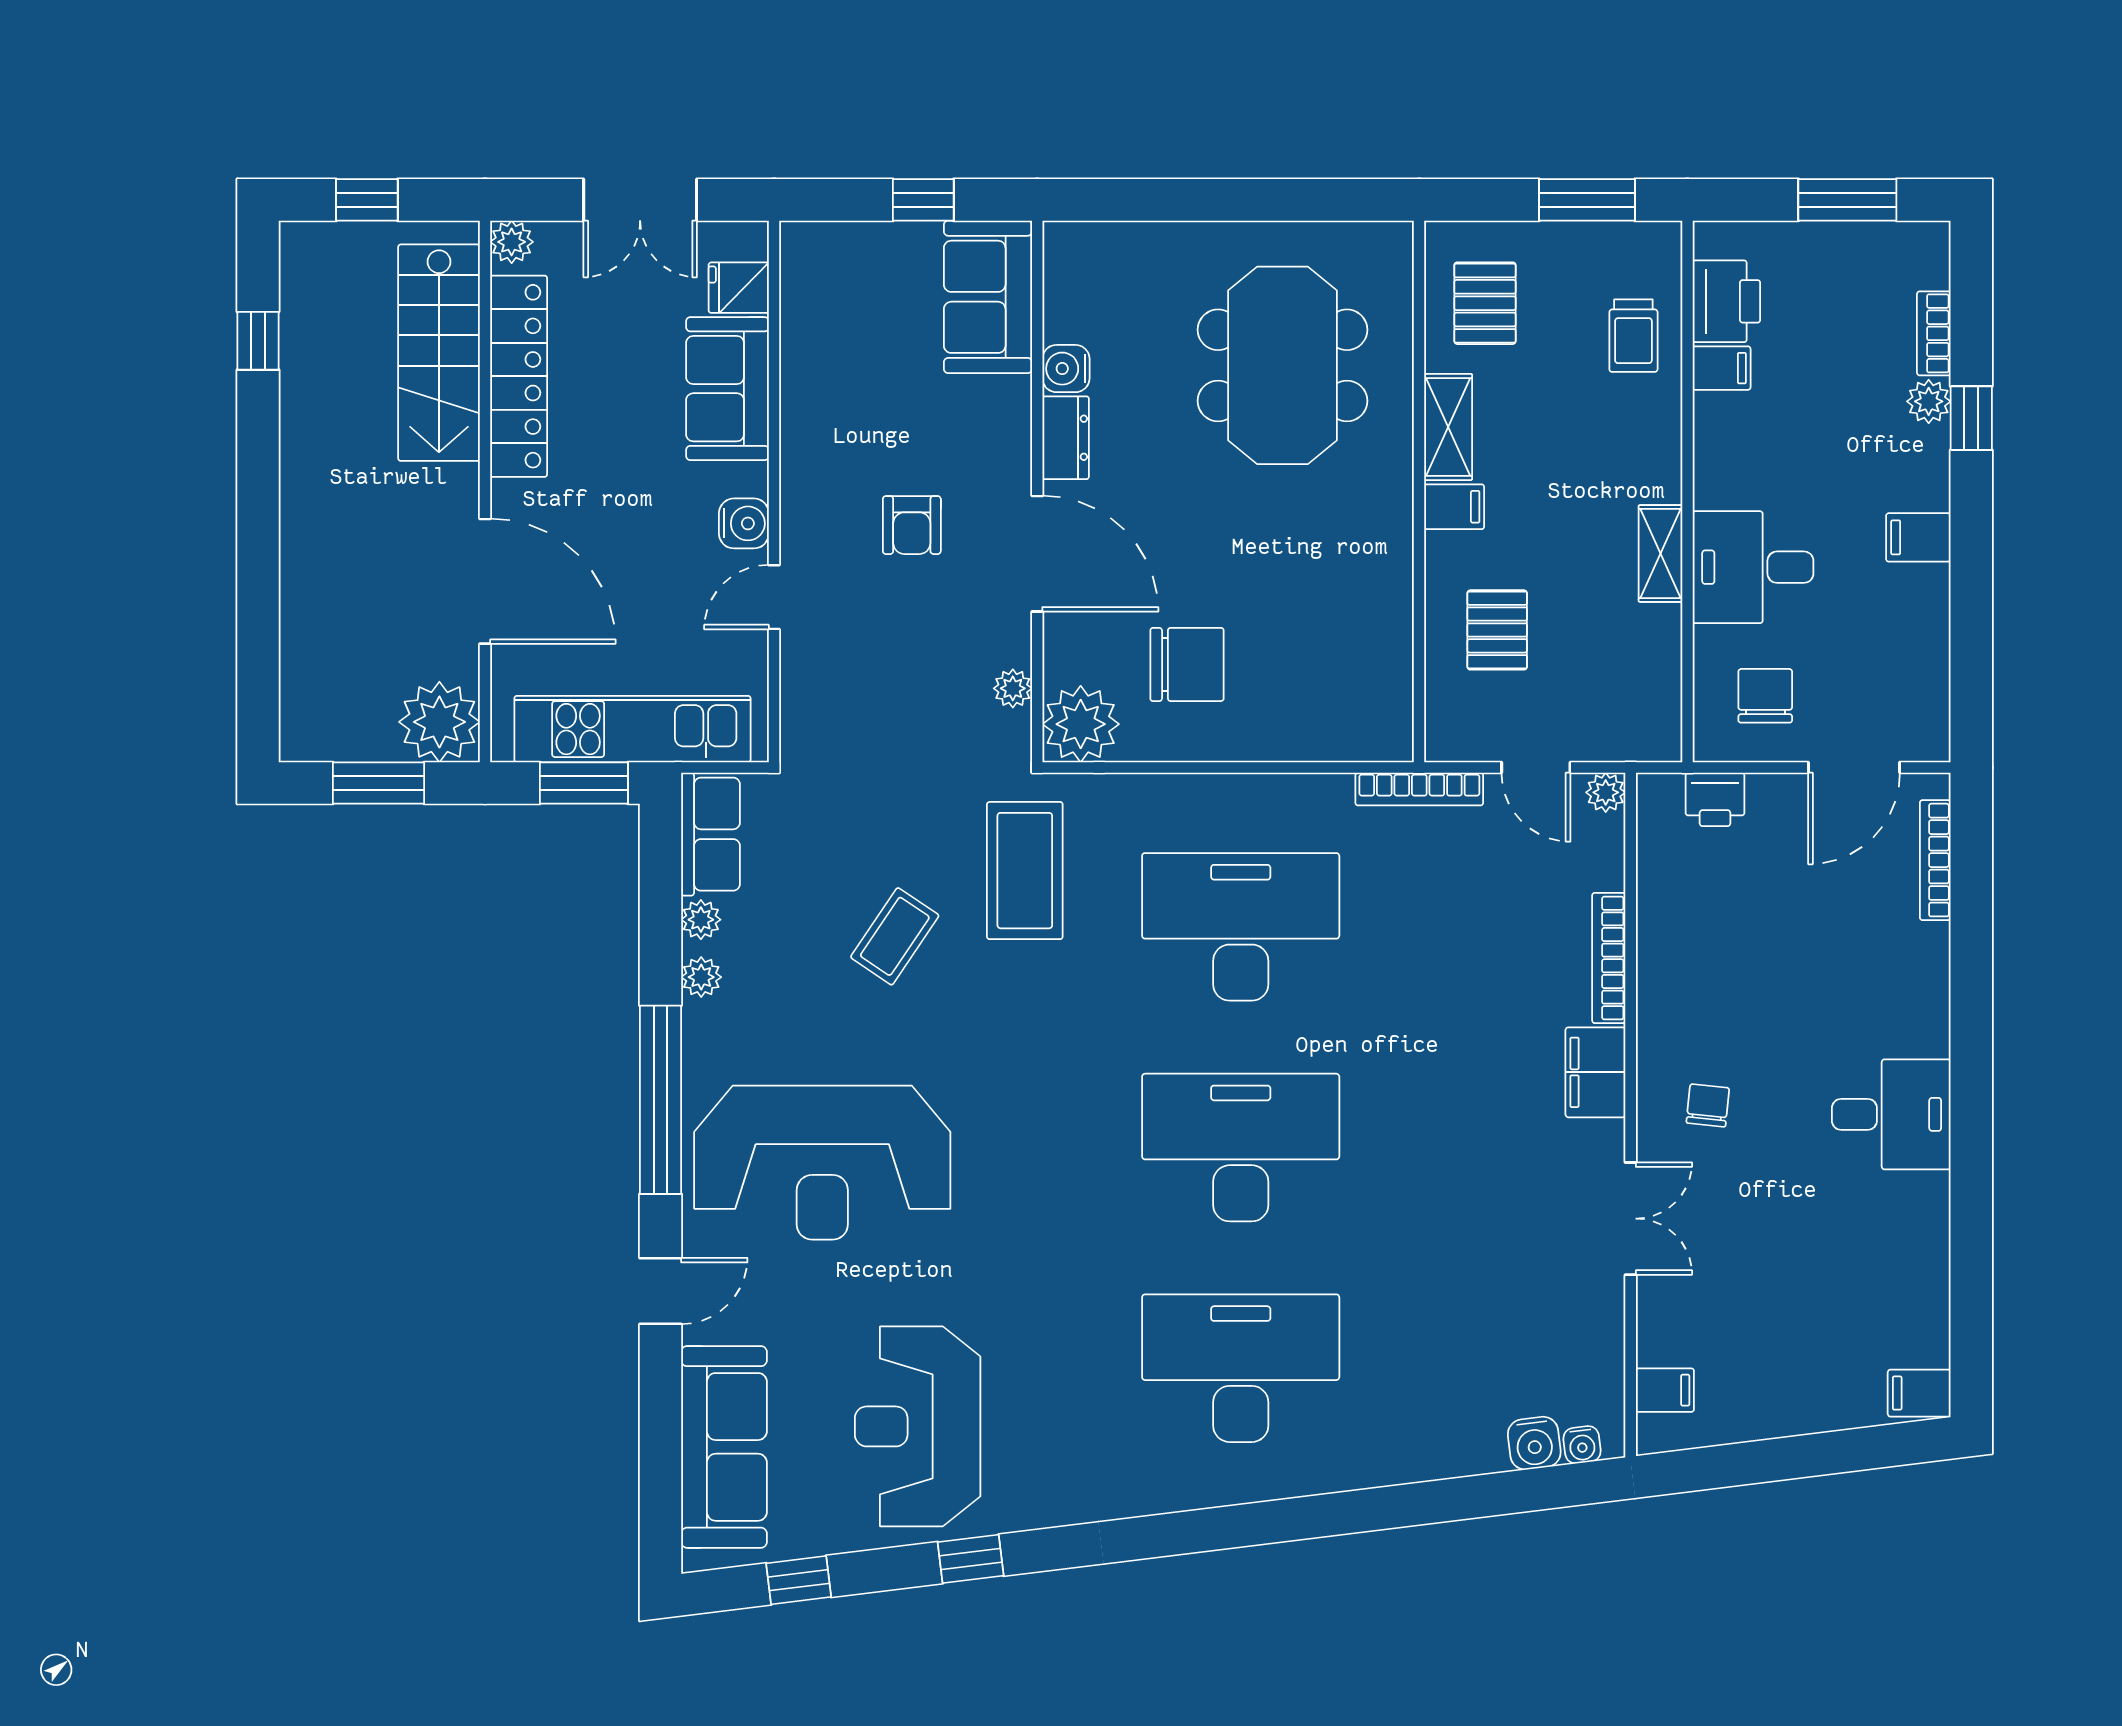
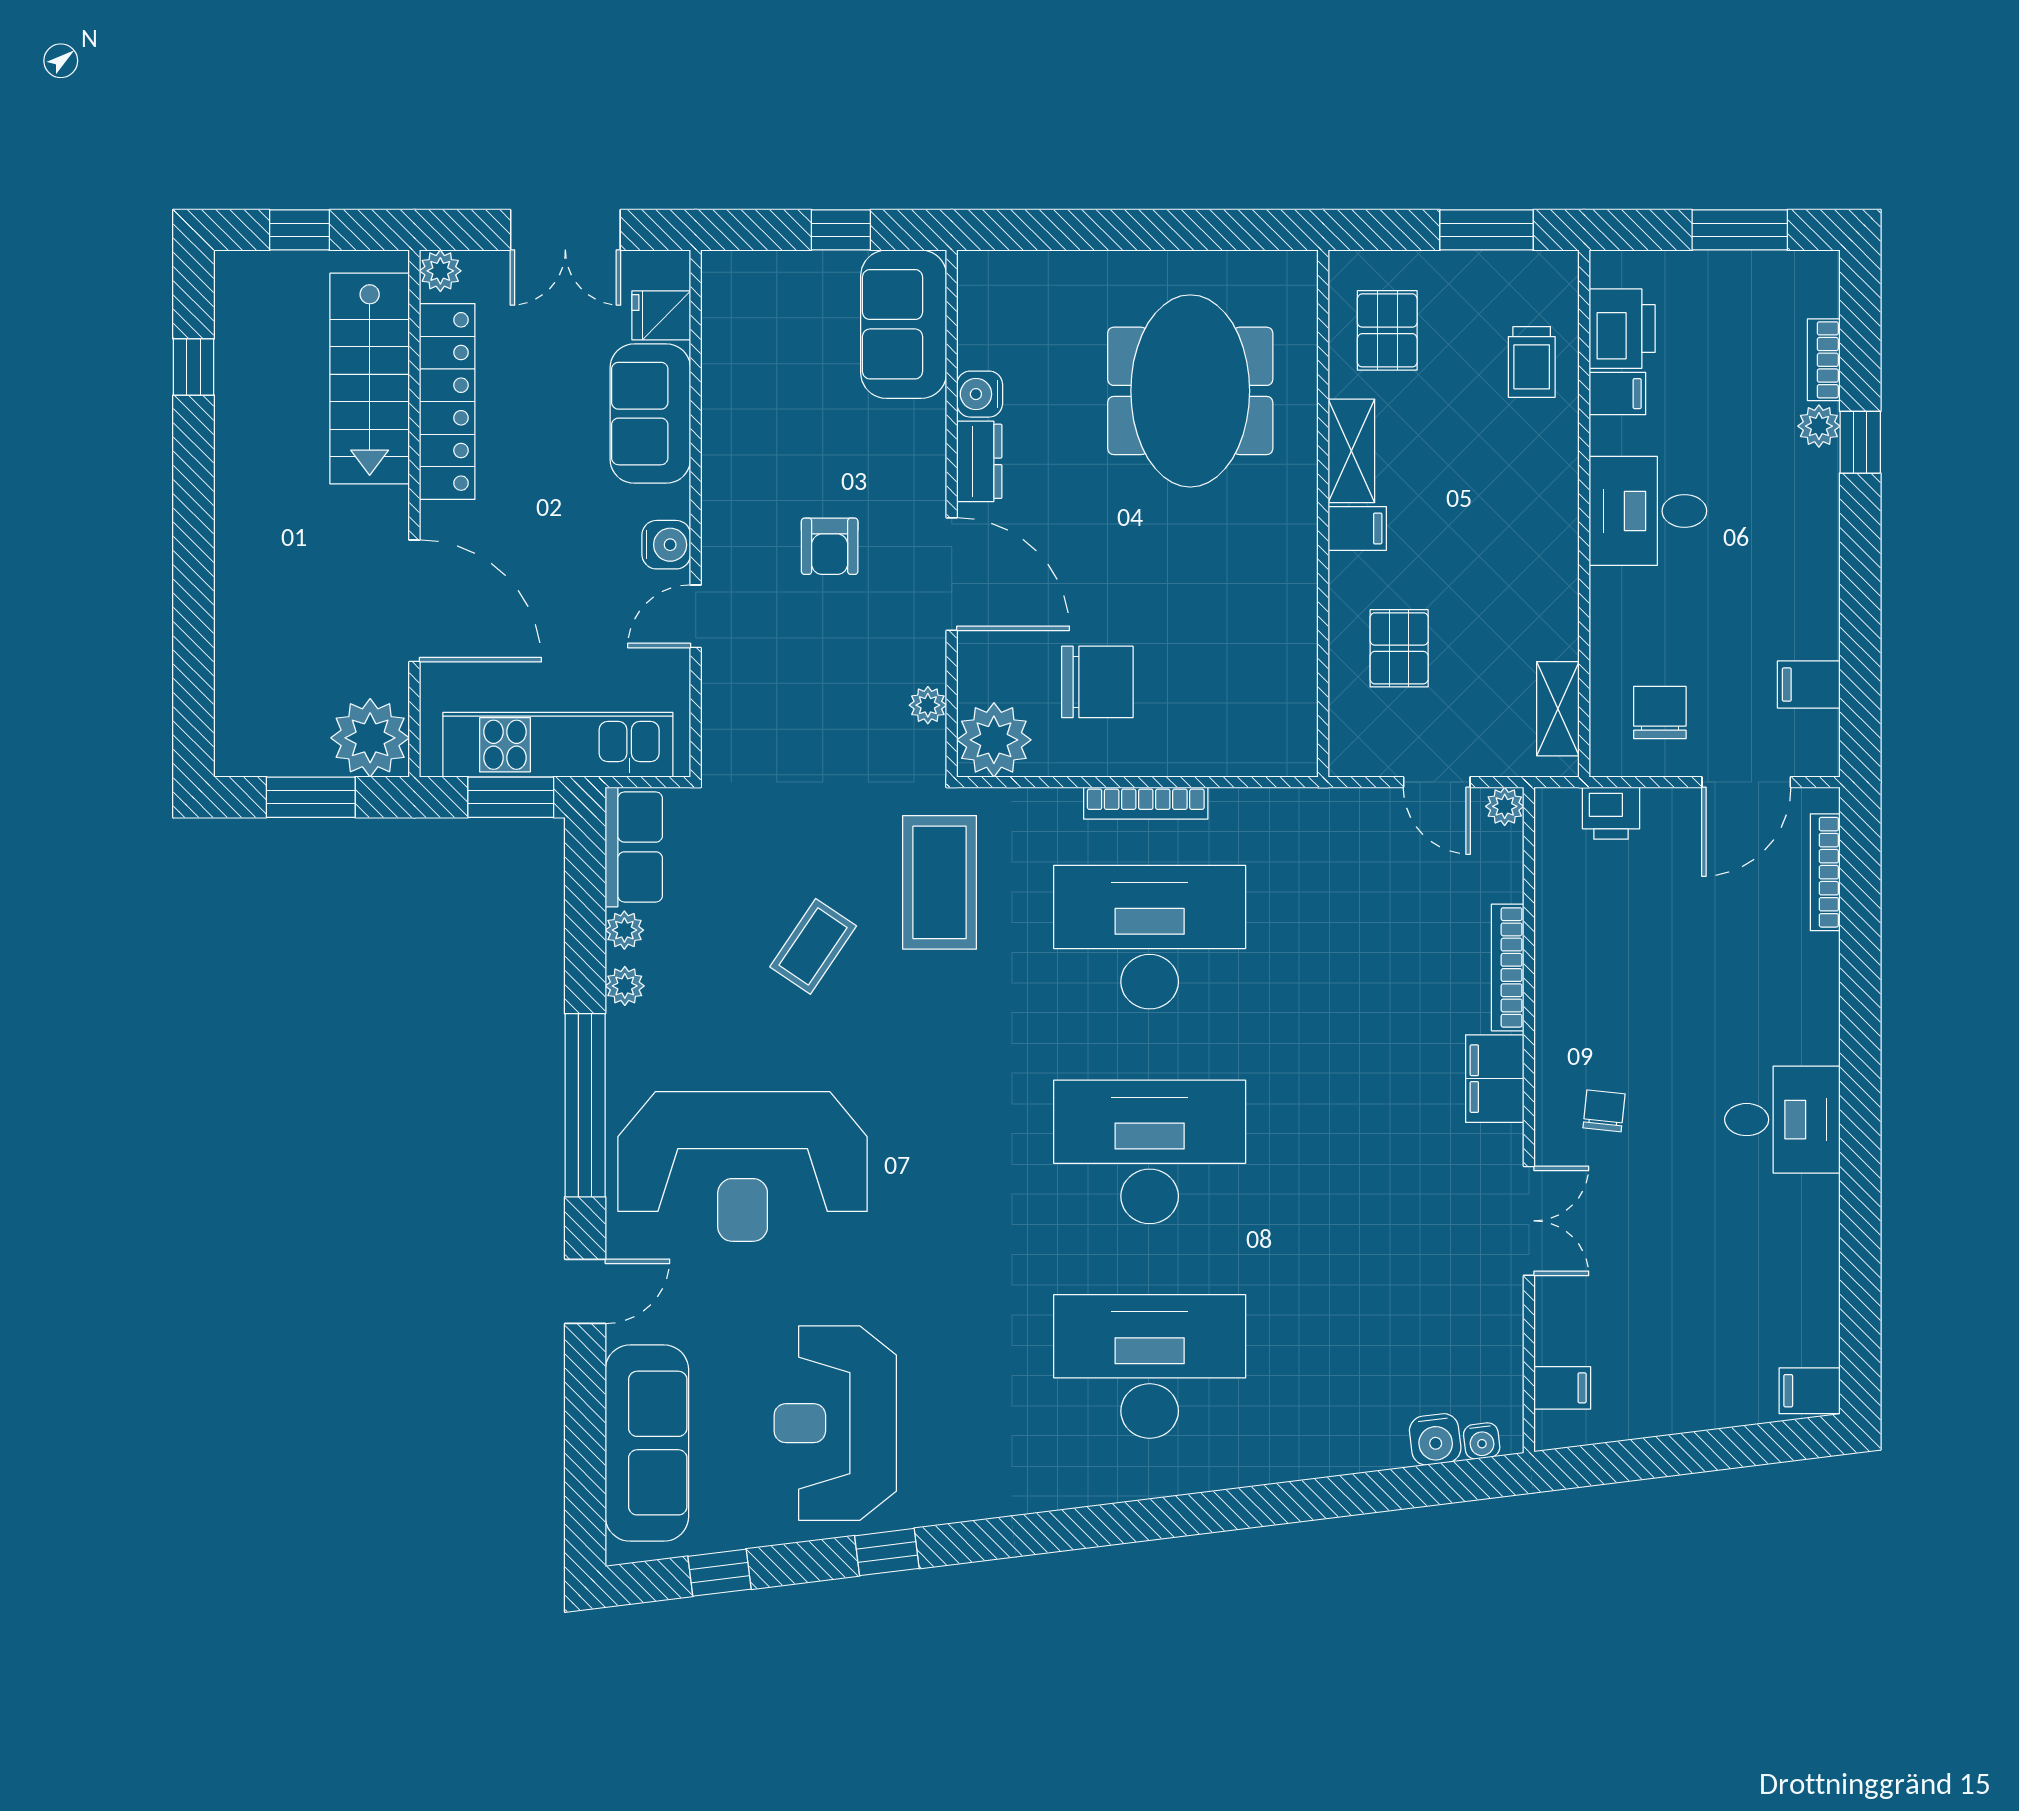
filing cabinet: (1918, 537) -> (1809, 685), moved
shelving: (1660, 553) -> (1558, 709), moved
desk: (1753, 567) -> (1648, 511), moved
bookcase: (1419, 789) -> (1146, 803), moved

